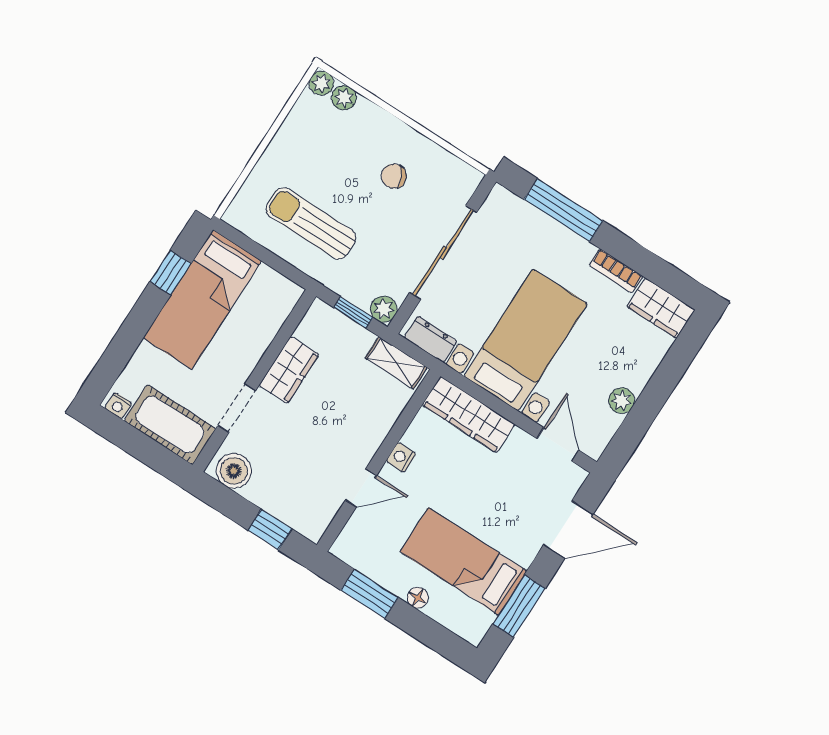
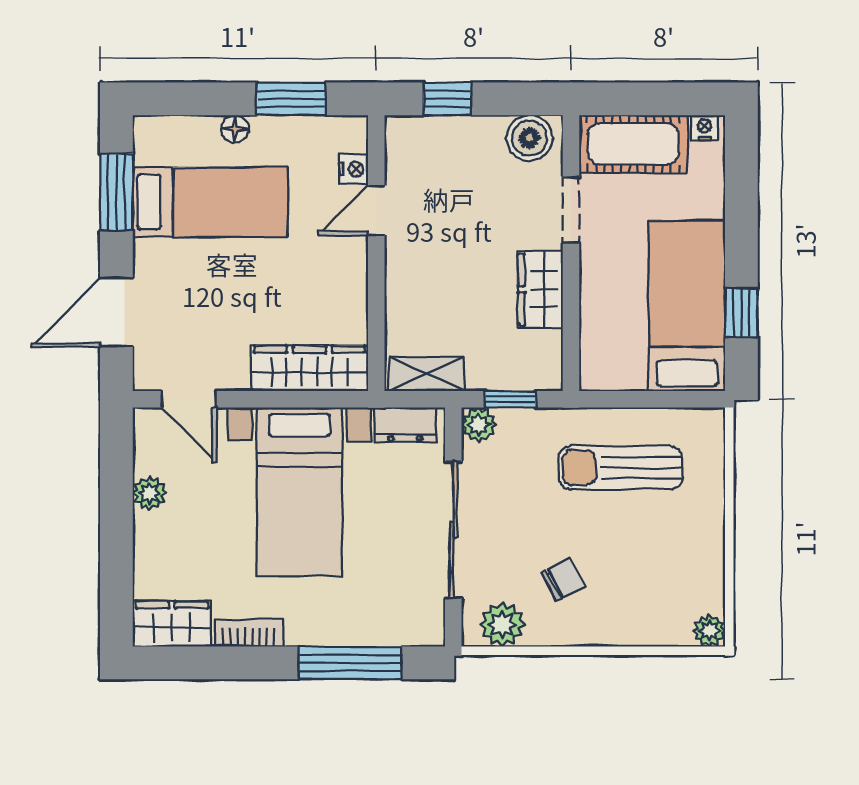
plant: (344, 98) -> (502, 625), moved, width x1.38, depth x1.38
sun lounger: (311, 223) -> (621, 468), turned 180
nightstand: (401, 457) -> (354, 169), moved

